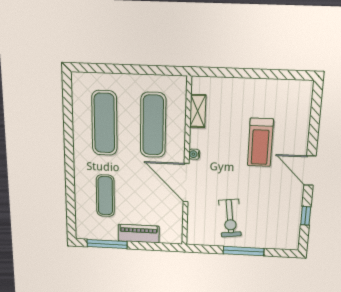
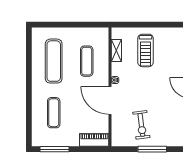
exercise mat: (153, 125) -> (87, 61), width x0.73, depth x0.69
treadmill: (260, 142) -> (146, 50), moved
piano: (139, 234) -> (94, 140), moved

